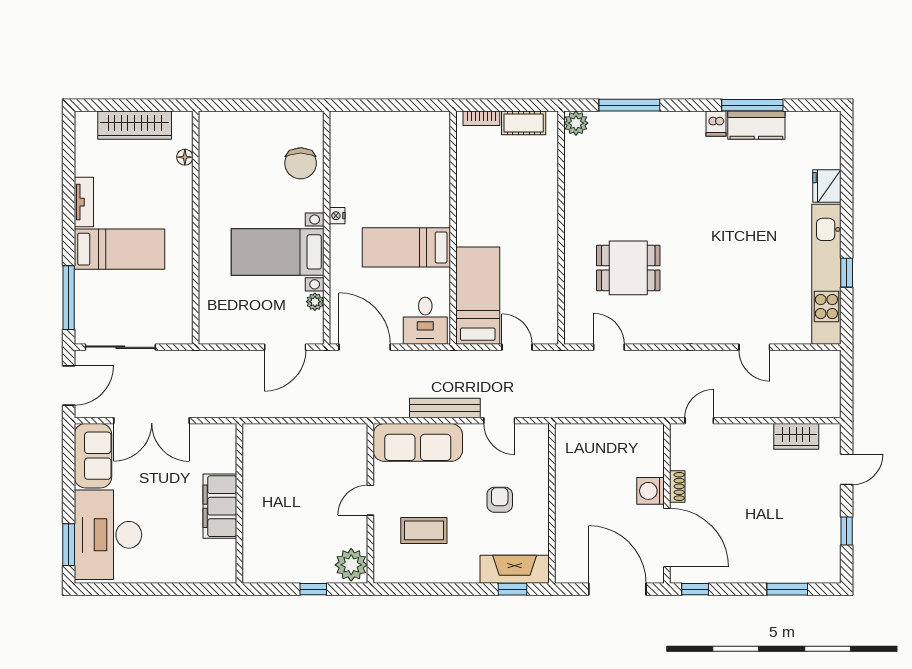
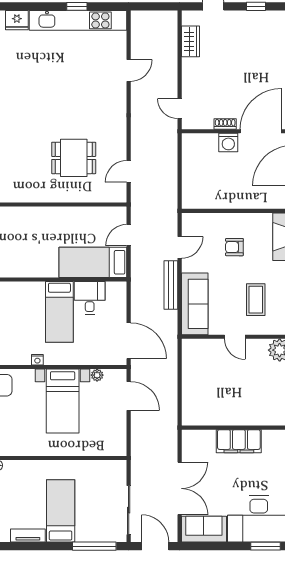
dining table: (628, 268) -> (74, 158), turned 90
desk: (425, 321) -> (90, 298), moved, turned -90
door: (365, 347) -> (129, 341), swing flipped

